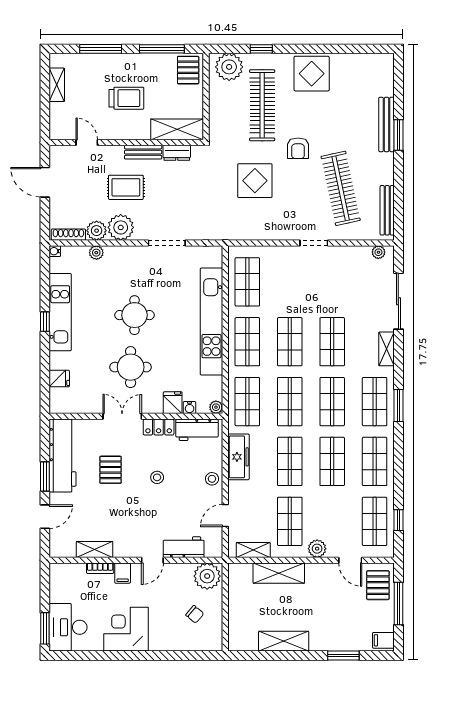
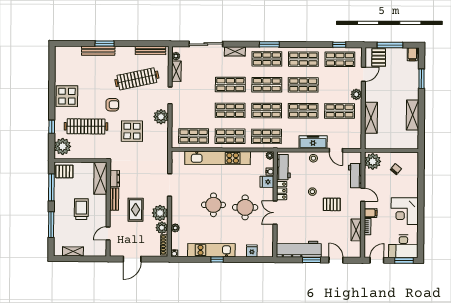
plant: (279, 228) -> (161, 117), added
freezer: (238, 457) -> (313, 142), moved
pallet: (111, 470) -> (332, 204), moved
shelving: (253, 550) -> (176, 71), moved
door: (45, 584) -> (377, 260), added
pallet: (378, 585) -> (379, 57), turned 90

